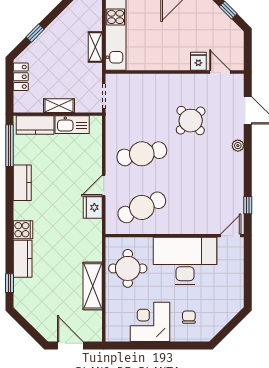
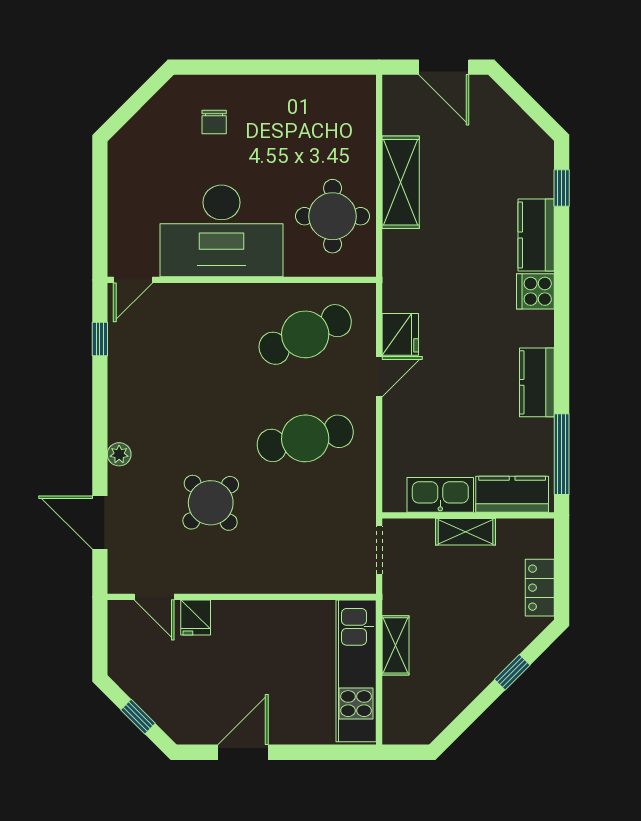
corner desk: (150, 322) -> (289, 113), removed

